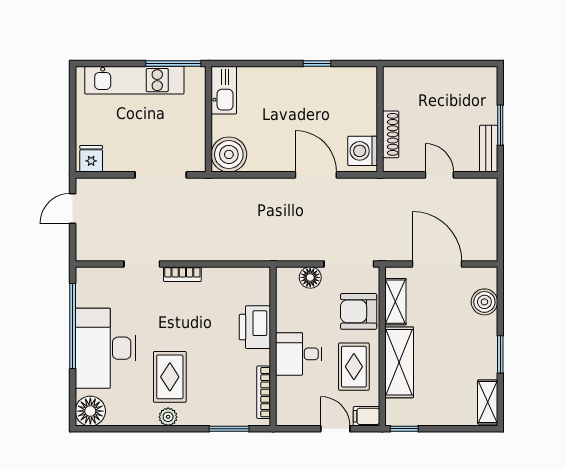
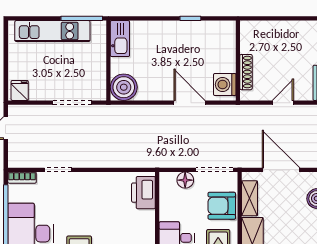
door: (439, 175) -> (283, 103), hinge flipped
bookcase: (182, 274) -> (22, 178), moved
printer: (255, 327) -> (143, 193), moved

